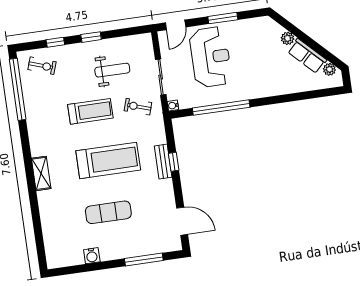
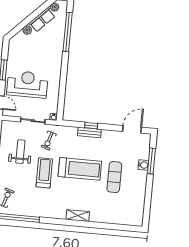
window: (221, 108) -> (68, 32), moved
treadmill: (108, 160) -> (80, 169), turned 90
water cooler: (92, 256) -> (143, 165), moved

